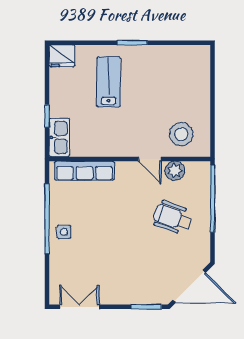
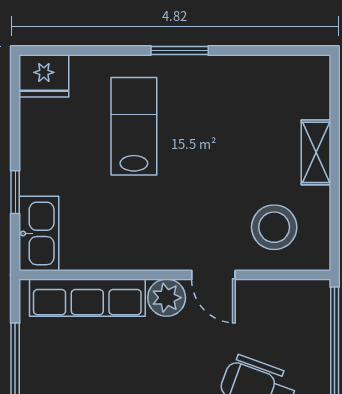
shelving: (203, 95) -> (316, 152), added
plant: (175, 171) -> (167, 298), moved

